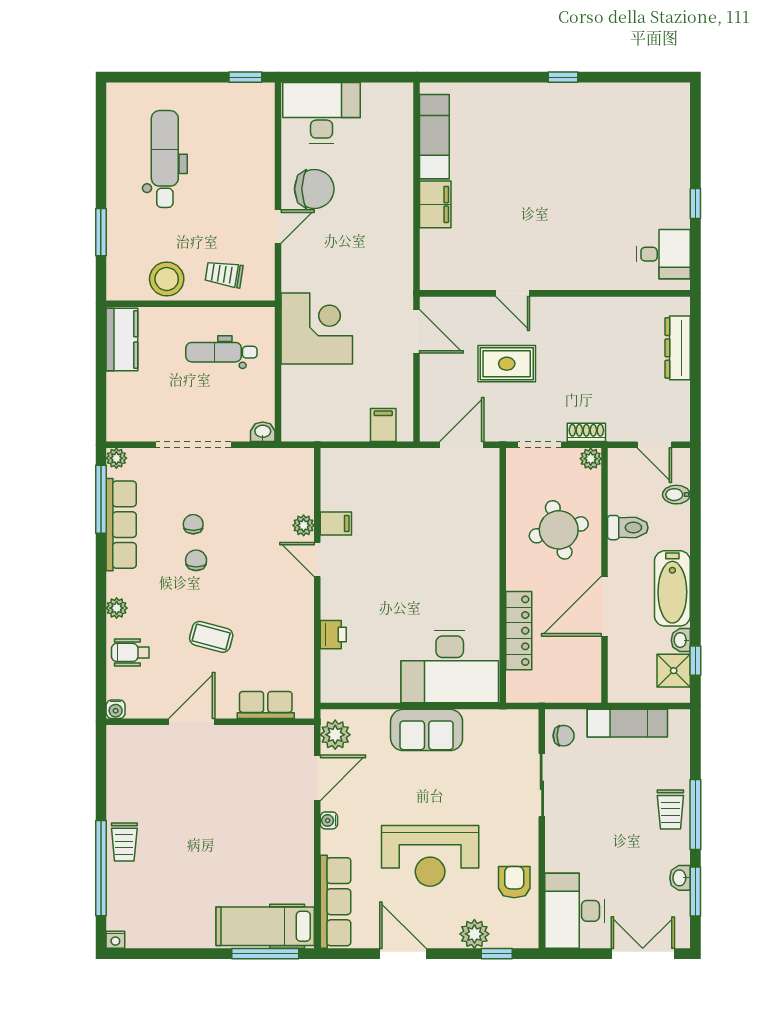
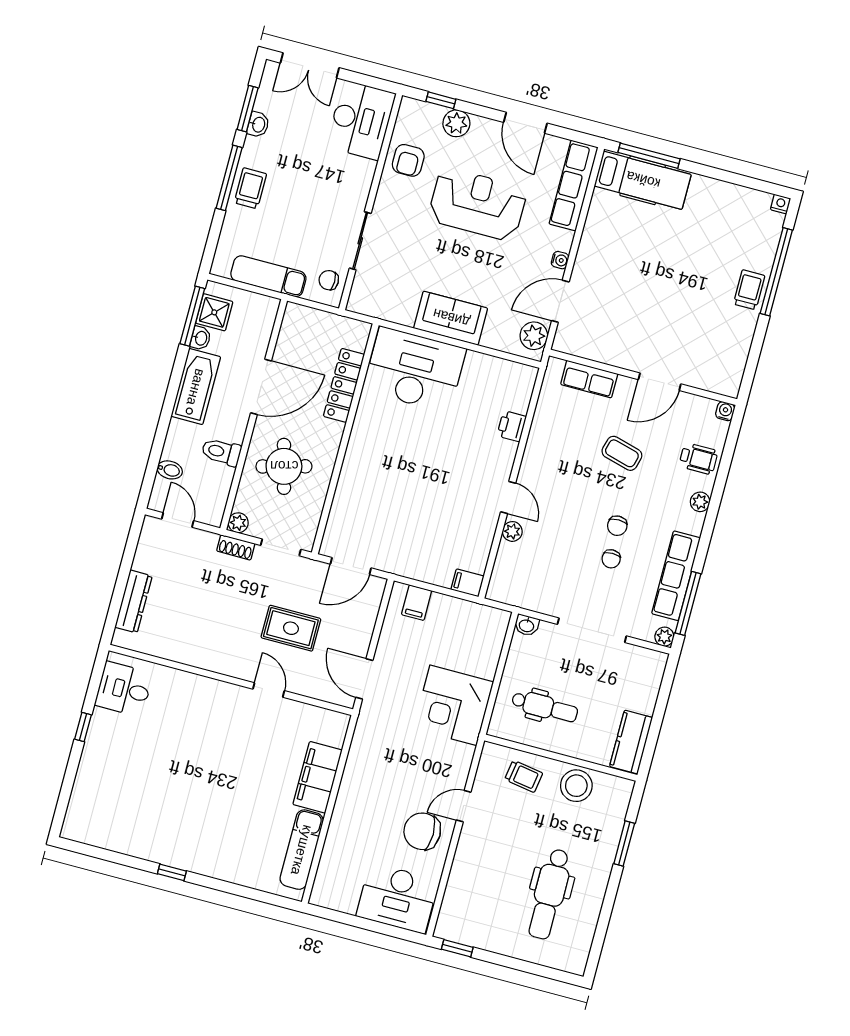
filing cabinet: (435, 204) -> (318, 777), width x1.50, depth x1.17
filing cabinet: (336, 523) -> (467, 583), moved
window: (695, 661) -> (192, 316), width x2.17

